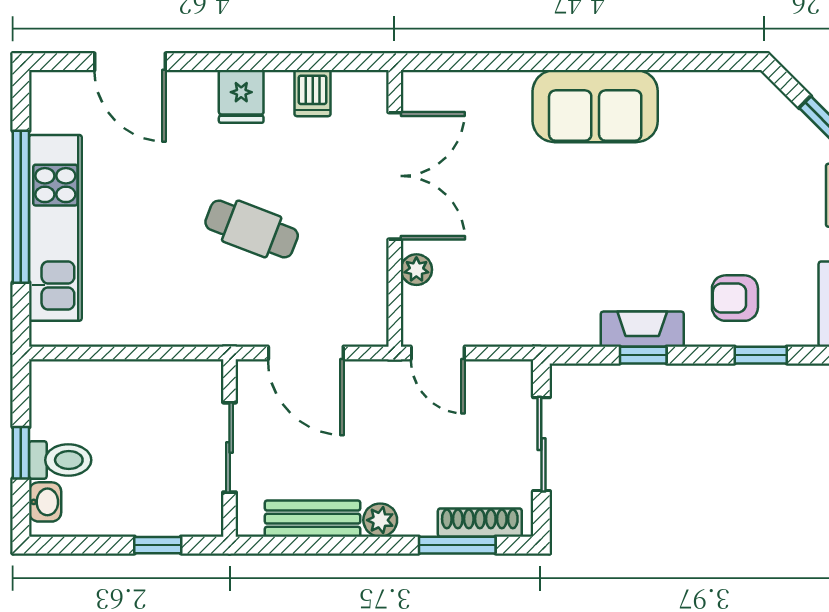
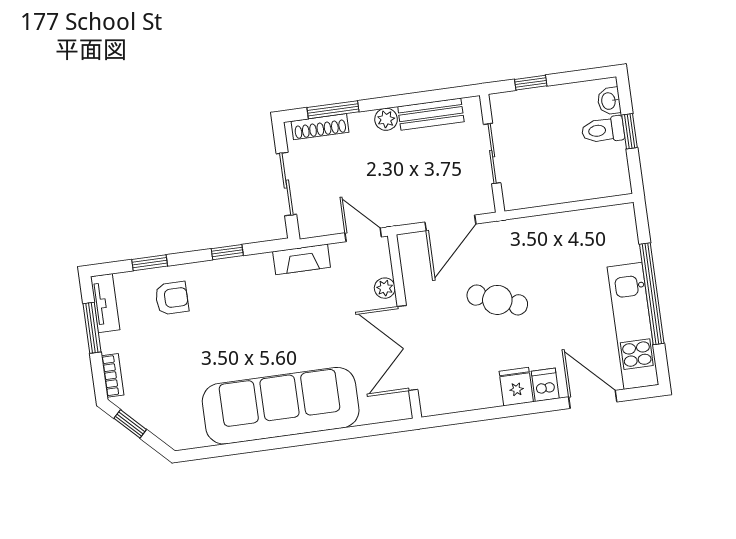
dishwasher: (313, 93) -> (545, 385), moved
sofa: (595, 106) -> (281, 406), width x1.85, depth x1.27
kitchen unit: (55, 228) -> (633, 326), moved
fireplace: (642, 329) -> (302, 259), moved
door: (306, 353) -> (450, 223), swing flipped

